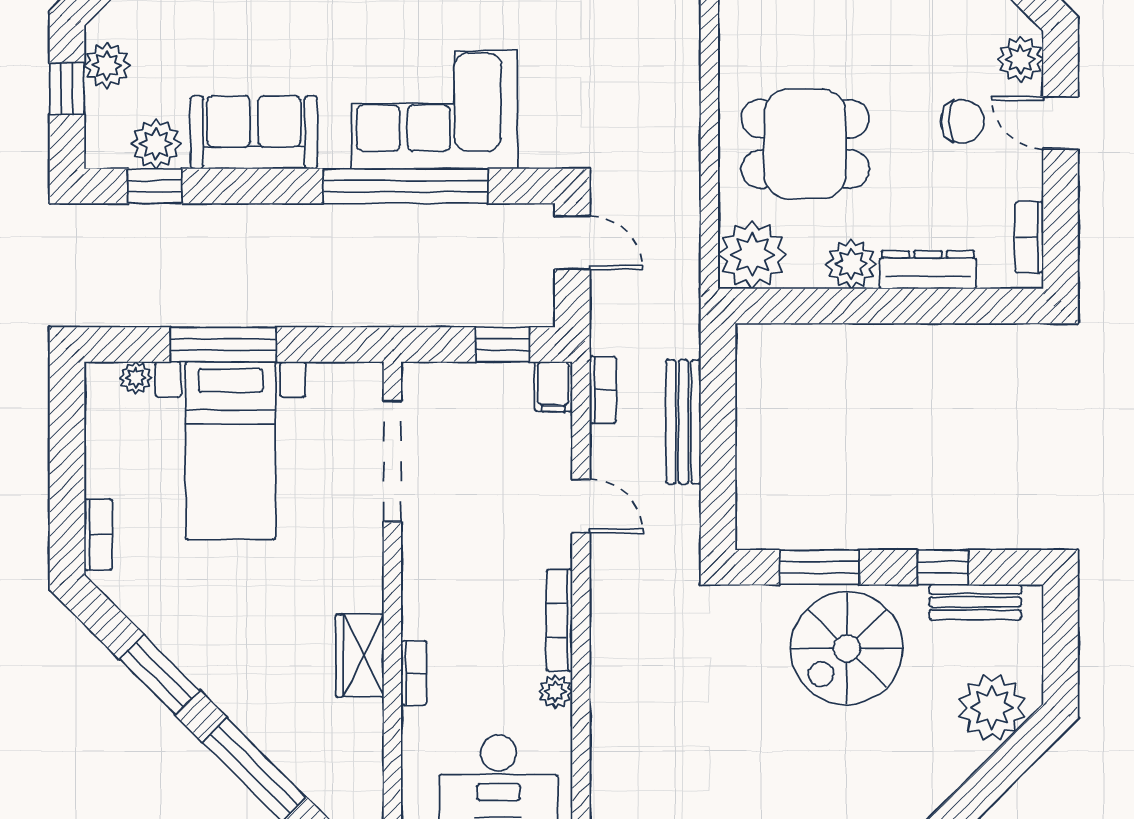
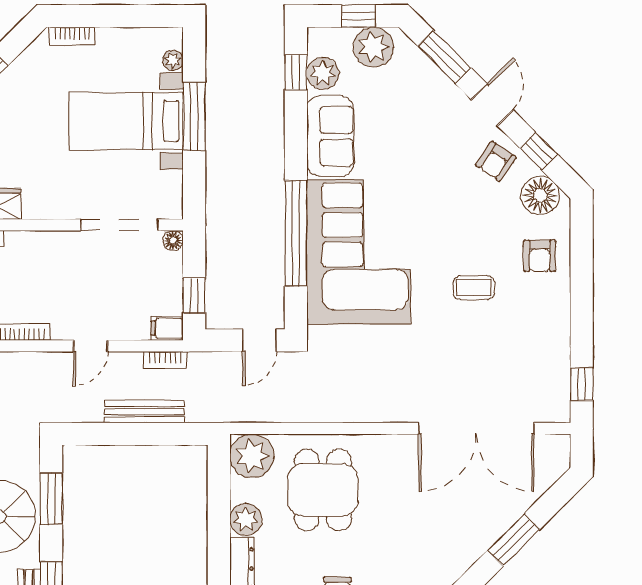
plant: (107, 65) -> (373, 47), width x1.36, depth x1.36
corner sofa: (434, 110) -> (359, 252), width x1.36, depth x1.36
floor lamp: (417, 377) -> (173, 241), added

